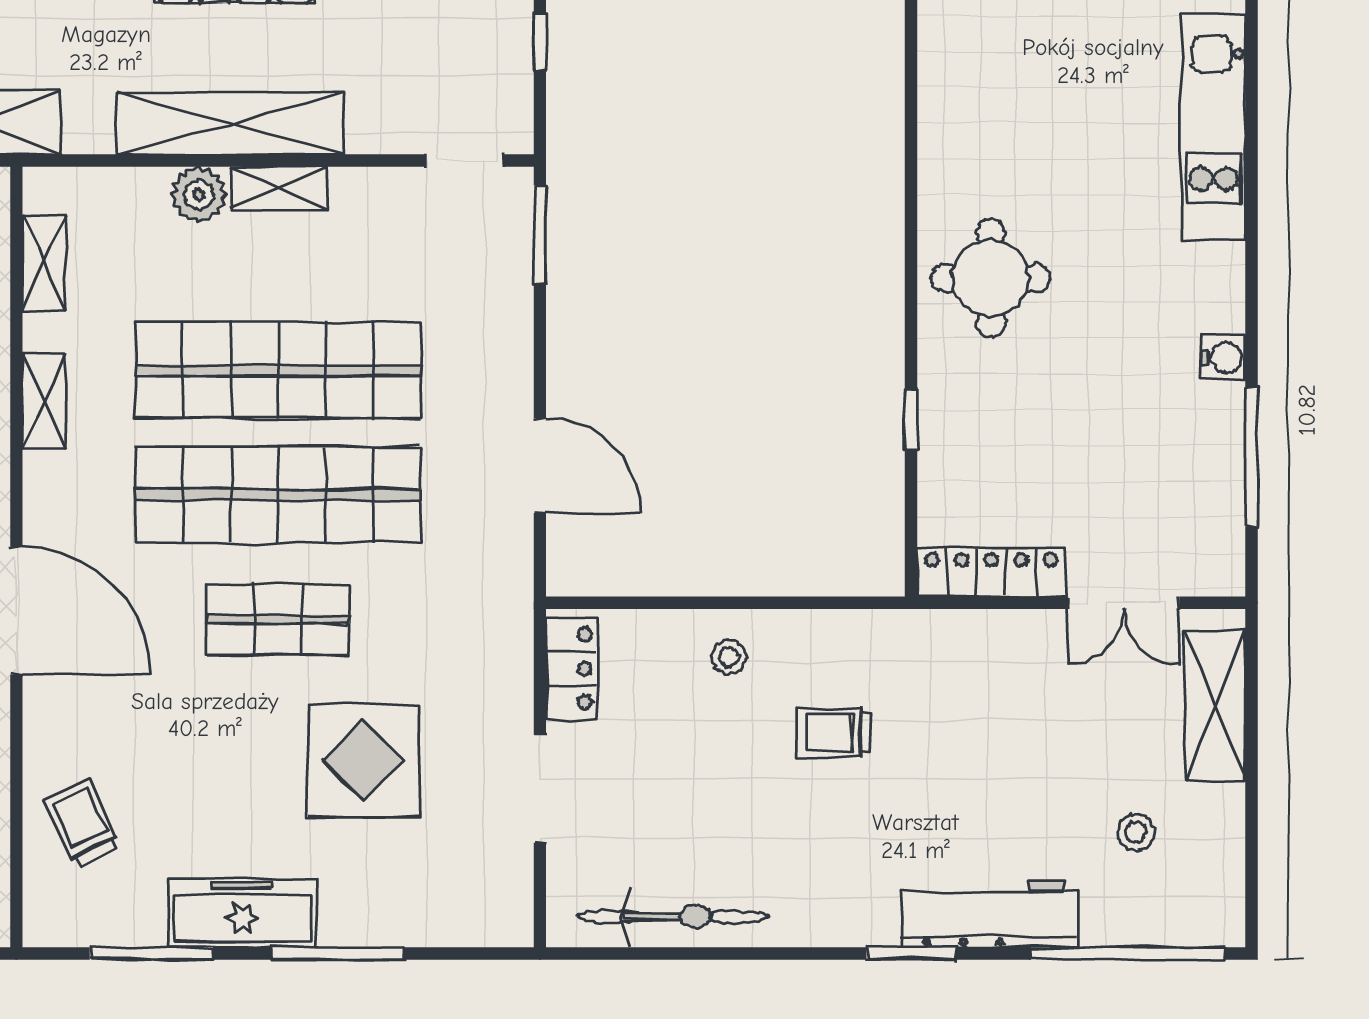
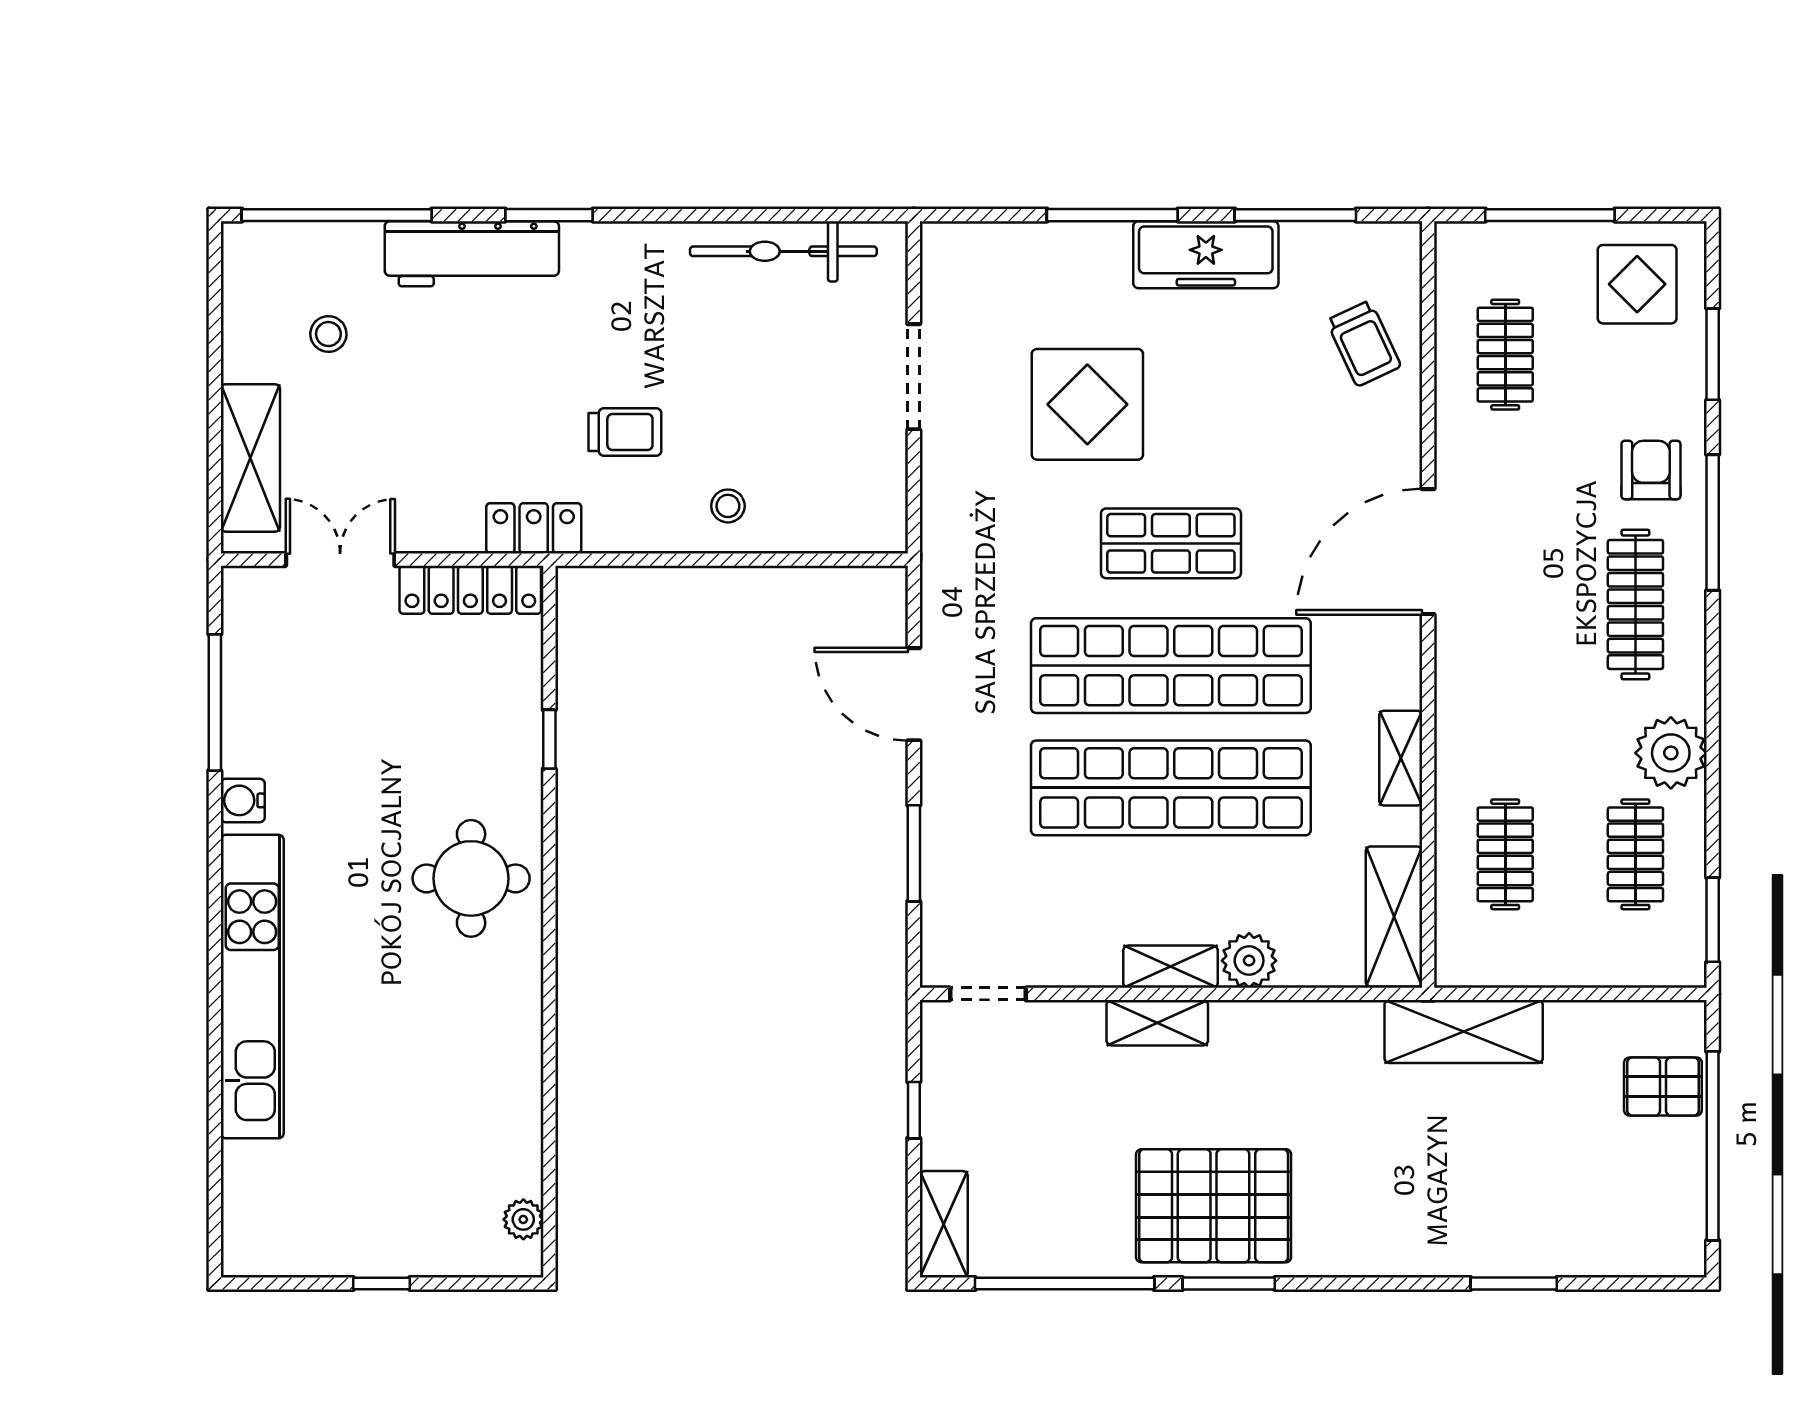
shelving: (230, 123) -> (1157, 1023), width x0.45, depth x0.75
kitchen unit: (1213, 127) -> (252, 987), width x1.36
window: (540, 235) -> (914, 853), moved
shelving: (44, 263) -> (1394, 917), width x1.50, depth x1.33
door: (16, 611) -> (1428, 552), hinge flipped
locker: (572, 669) -> (534, 528), moved, turned 90

